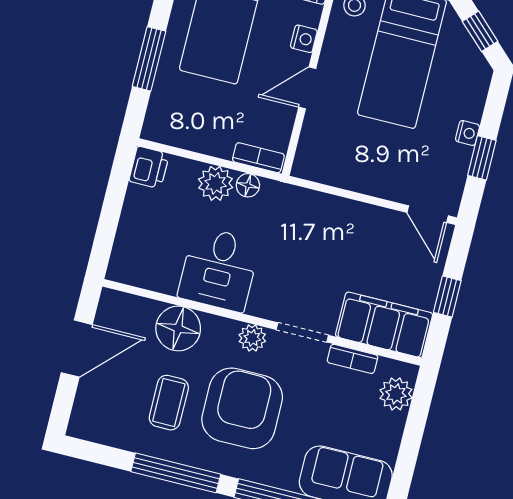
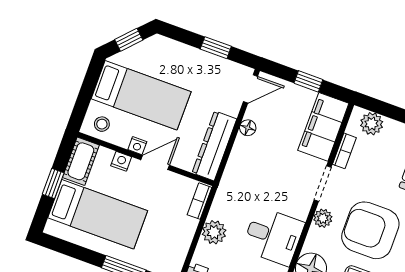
door: (307, 88) -> (155, 162), swing flipped
nightstand: (468, 133) -> (137, 146), moved, turned 180
dresser: (340, 171) -> (214, 146), added
floor lamp: (248, 185) -> (248, 128), moved

